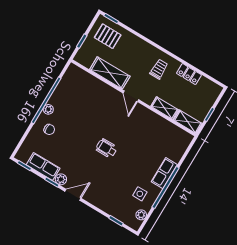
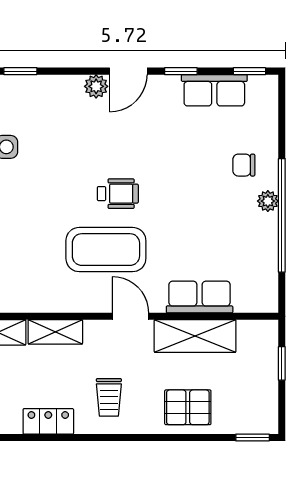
pallet: (108, 36) -> (188, 407), moved
row of seats: (99, 87) -> (200, 297), added
coffee table: (125, 129) -> (106, 250), added
plant: (61, 179) -> (96, 86), moved

